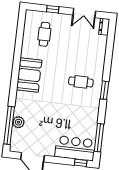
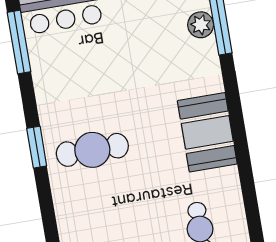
cafe table: (81, 82) -> (92, 150), width x1.37, depth x1.35

